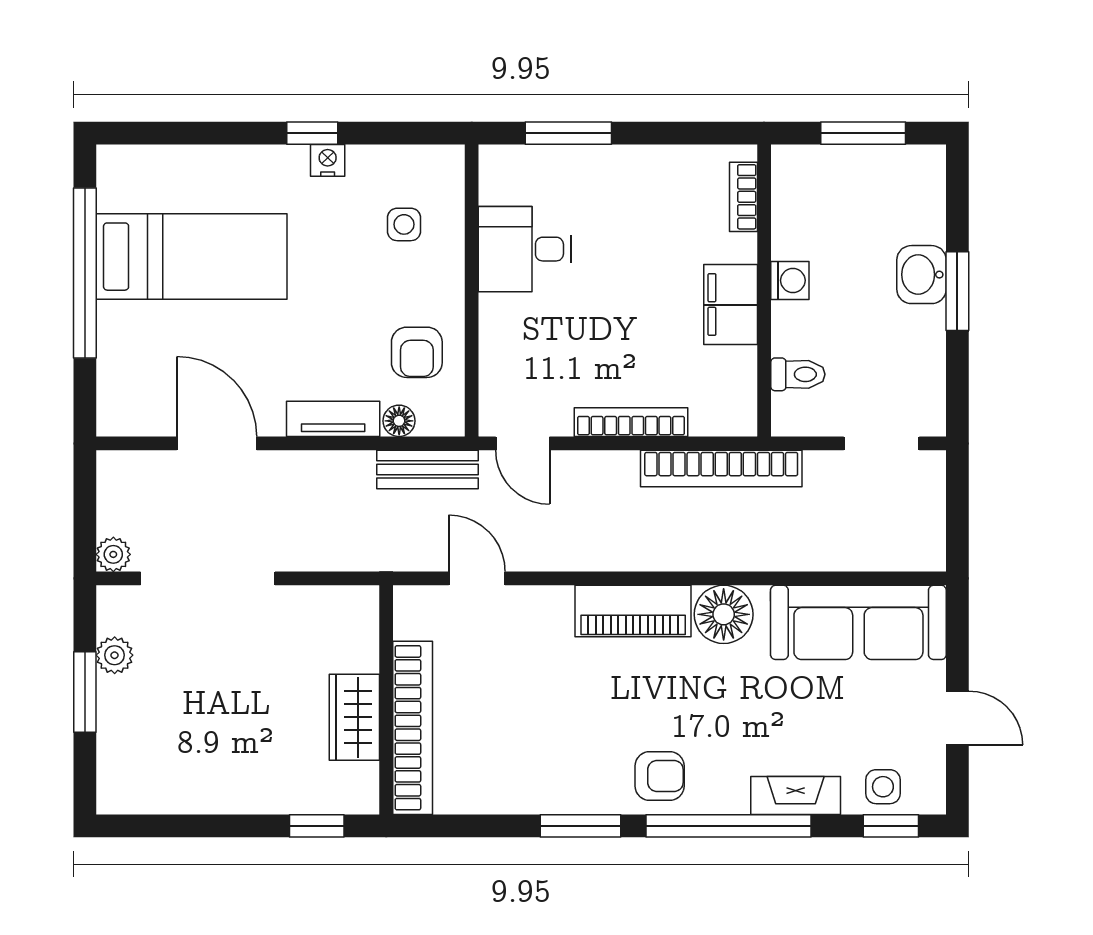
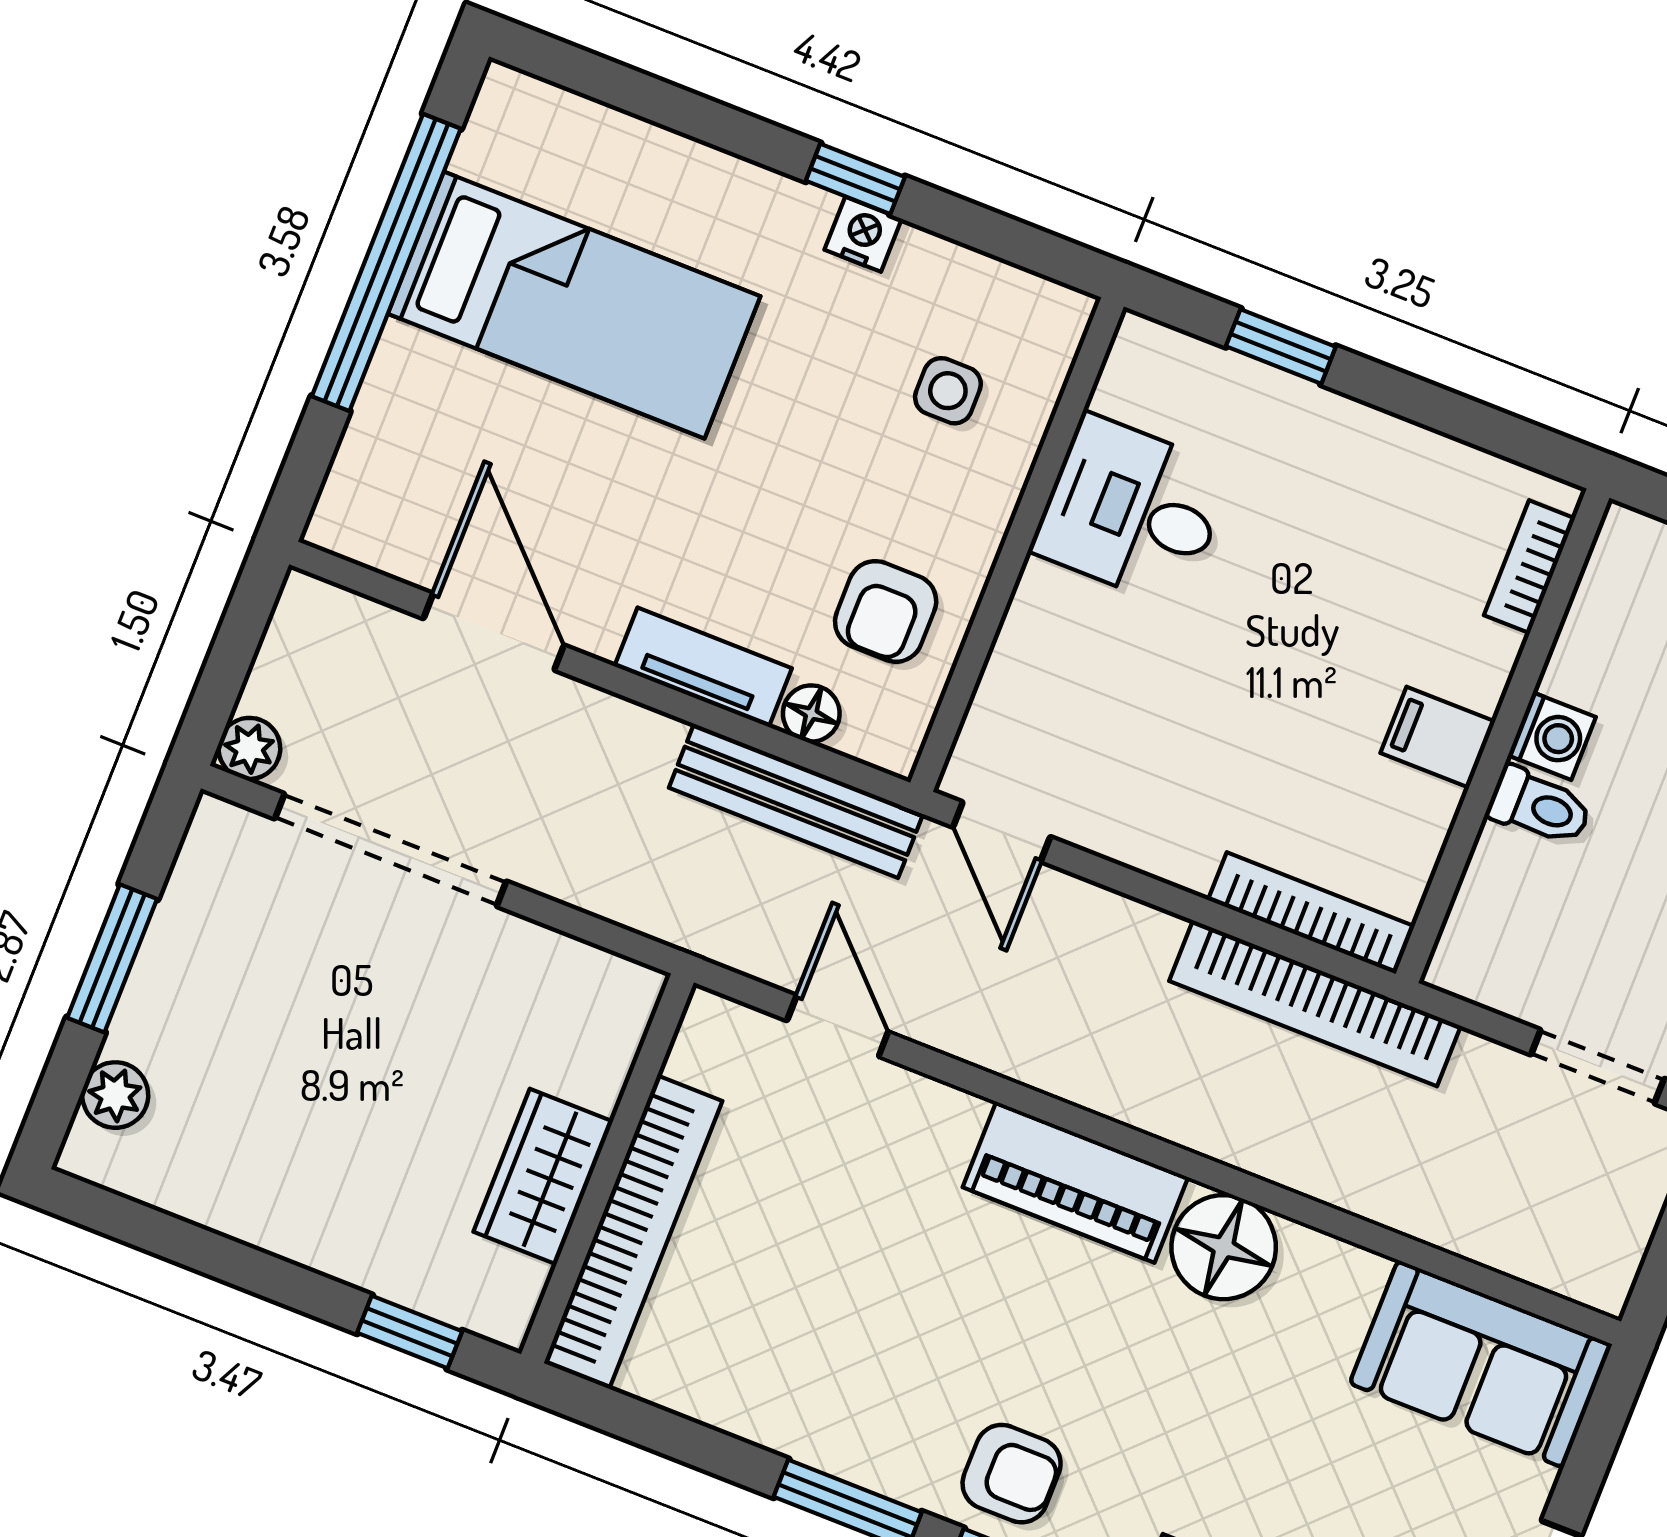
window: (568, 133) -> (1281, 347), width x0.67
filing cabinet: (731, 305) -> (1438, 737), width x0.50
toilet: (798, 374) -> (1539, 806), moved
bookcase: (631, 422) -> (1311, 913), moved
bench: (427, 469) -> (796, 801), width x1.36
sofa: (858, 622) -> (1481, 1364), width x0.73
plant: (115, 655) -> (115, 1095), moved

